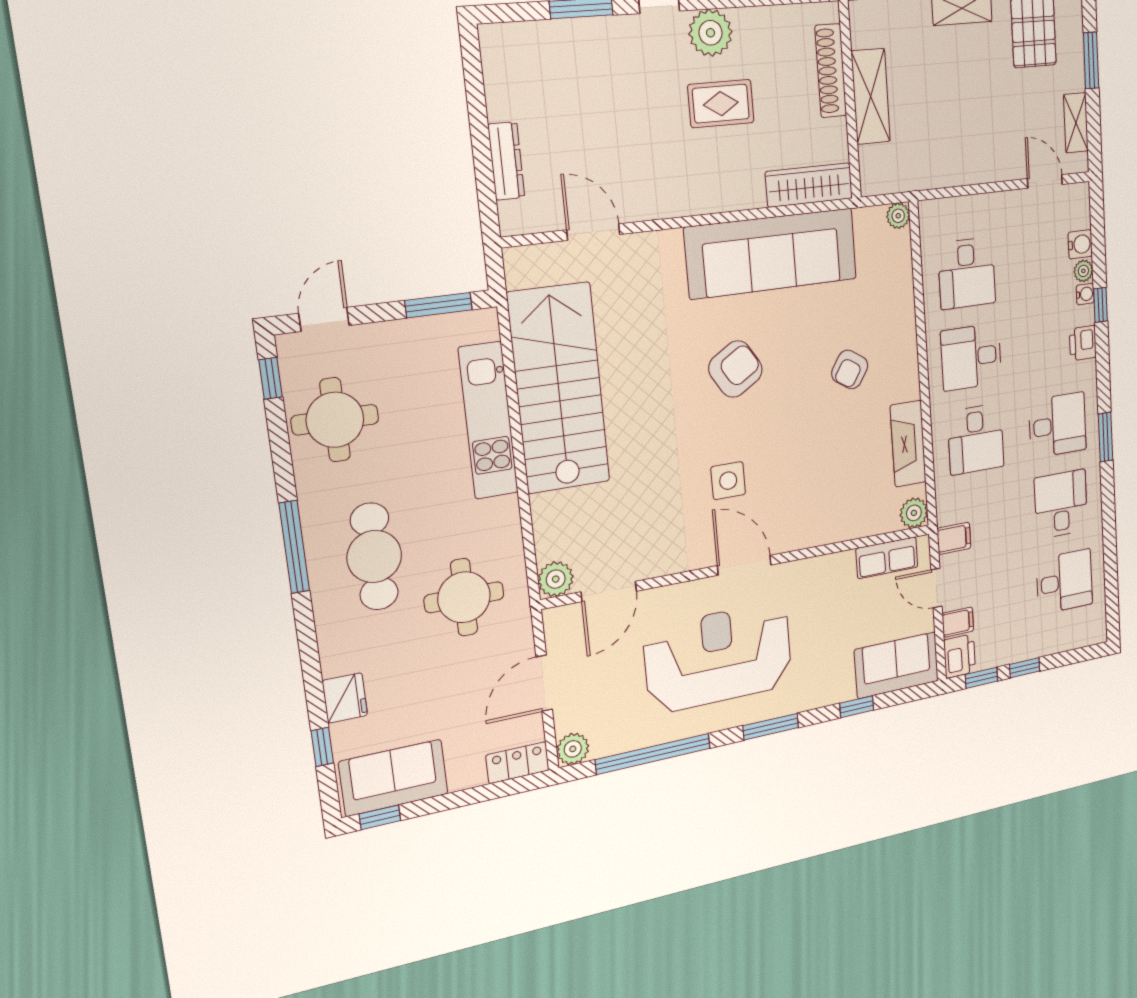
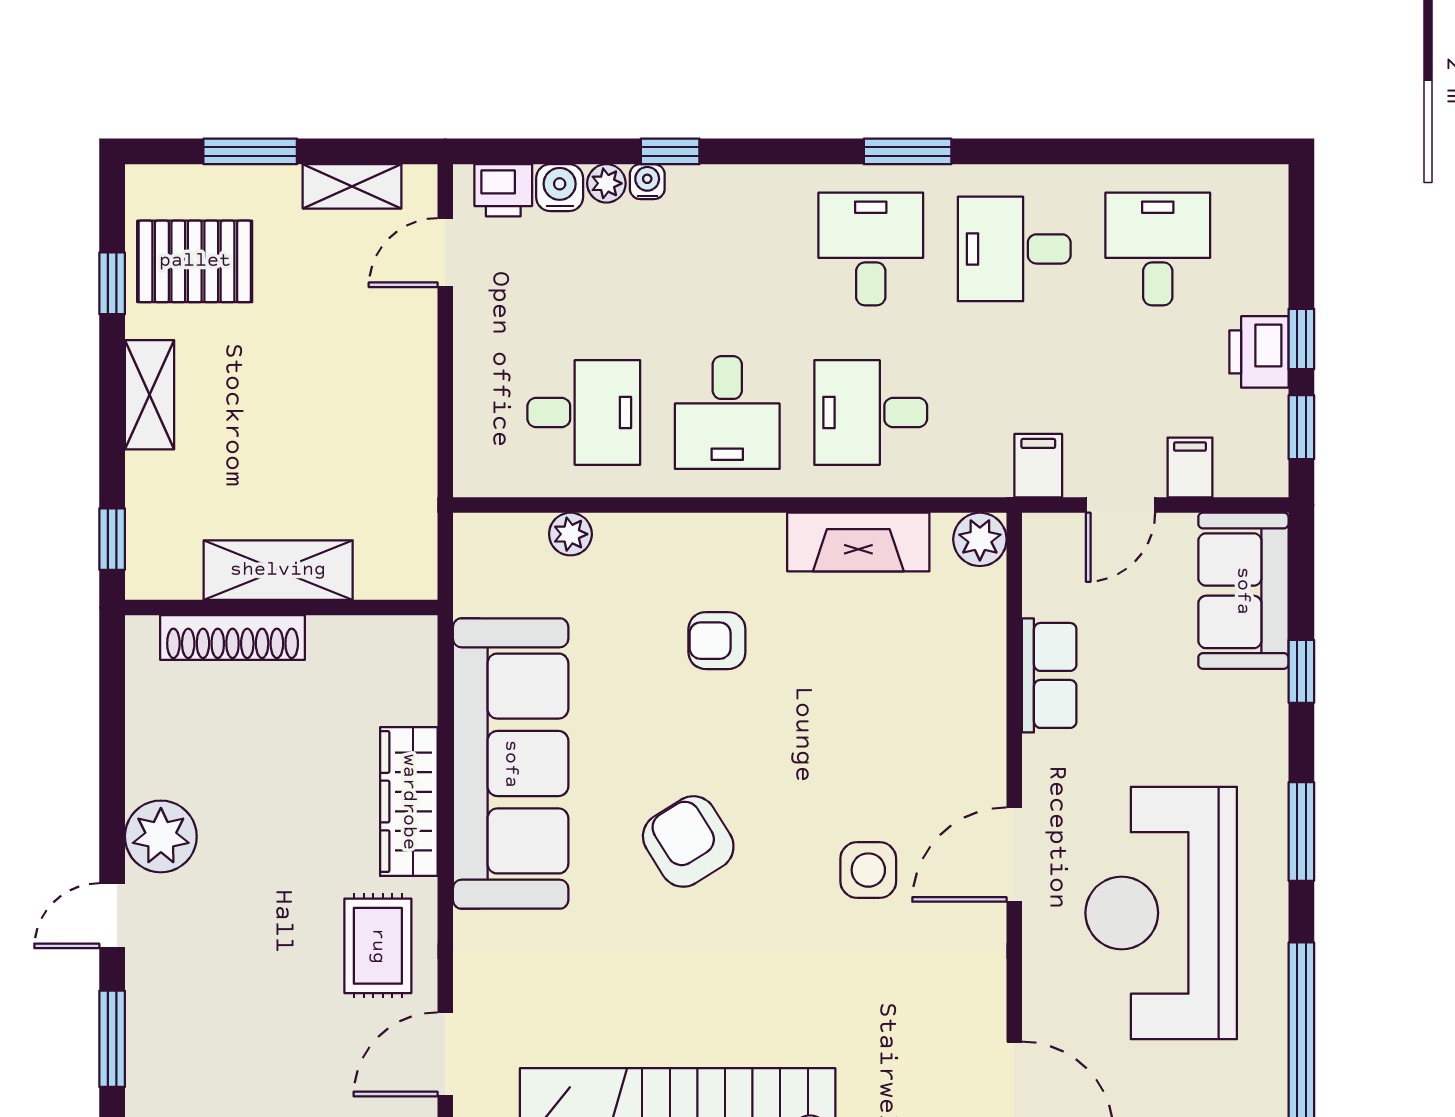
rug: (721, 104) -> (378, 946), moved
wardrobe: (809, 185) -> (409, 802), moved
plant: (898, 216) -> (570, 534), moved
printer: (1083, 343) -> (503, 190), moved
armchair: (850, 369) -> (717, 641), turned 147
desk: (976, 439) -> (871, 413), turned 180
row of seats: (887, 558) -> (1049, 675), moved
printer: (960, 656) -> (1259, 352), moved, turned -90

